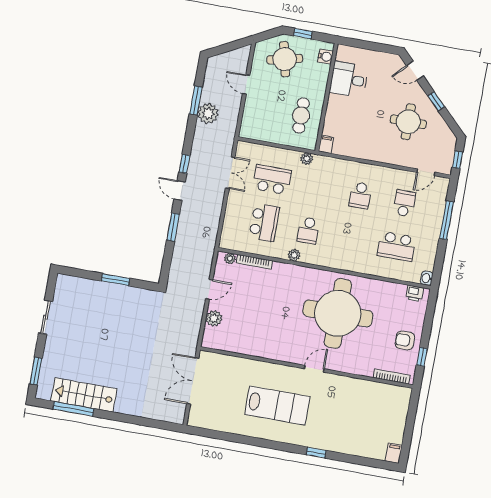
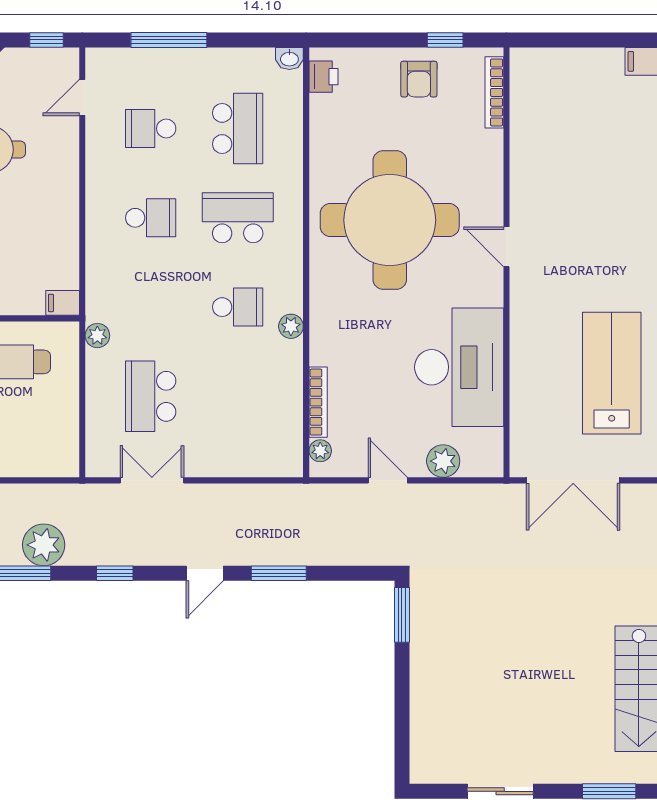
window: (184, 164) -> (115, 573), moved
door: (426, 172) -> (82, 97), swing flipped
school desk: (264, 223) -> (238, 218), moved
window: (116, 280) -> (402, 615), moved
desk: (259, 335) -> (459, 367), added
lab bench: (277, 406) -> (612, 373), moved

